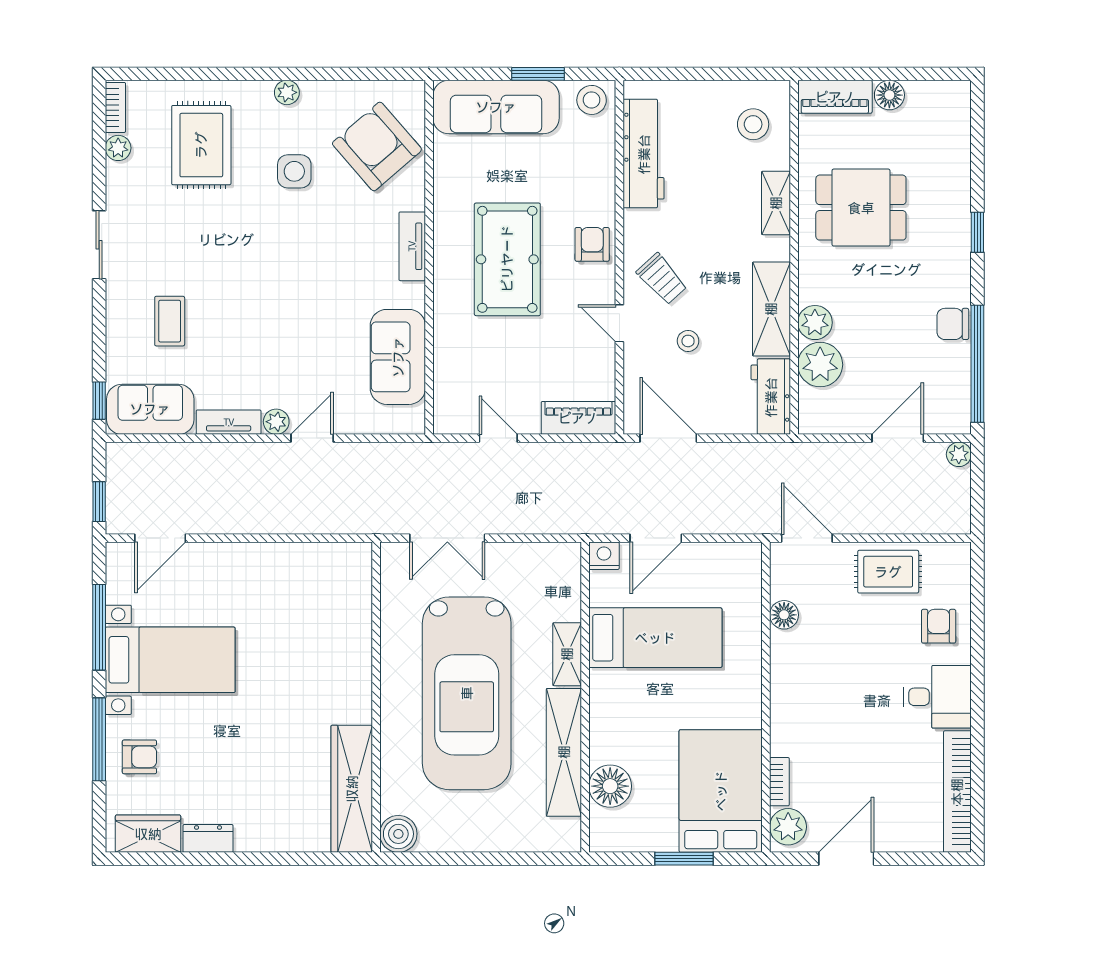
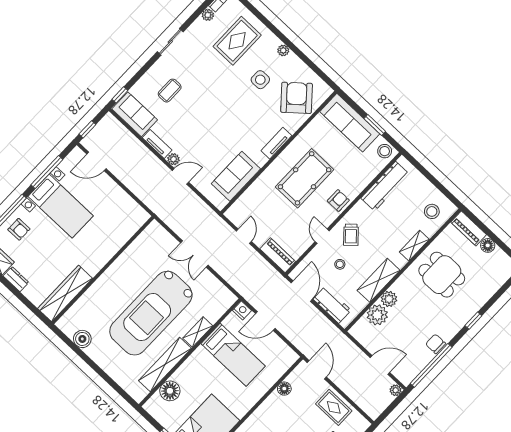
workbench: (771, 397) -> (332, 305), moved, turned 90
wall: (376, 697) -> (103, 270), moved
wardrobe: (352, 789) -> (65, 293), moved

